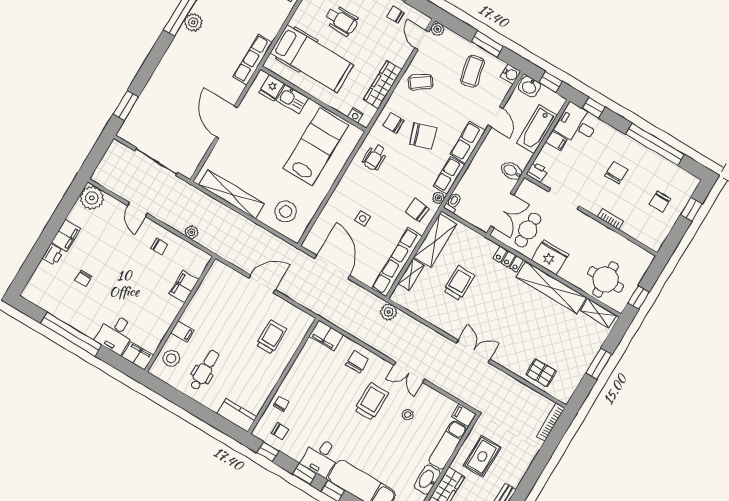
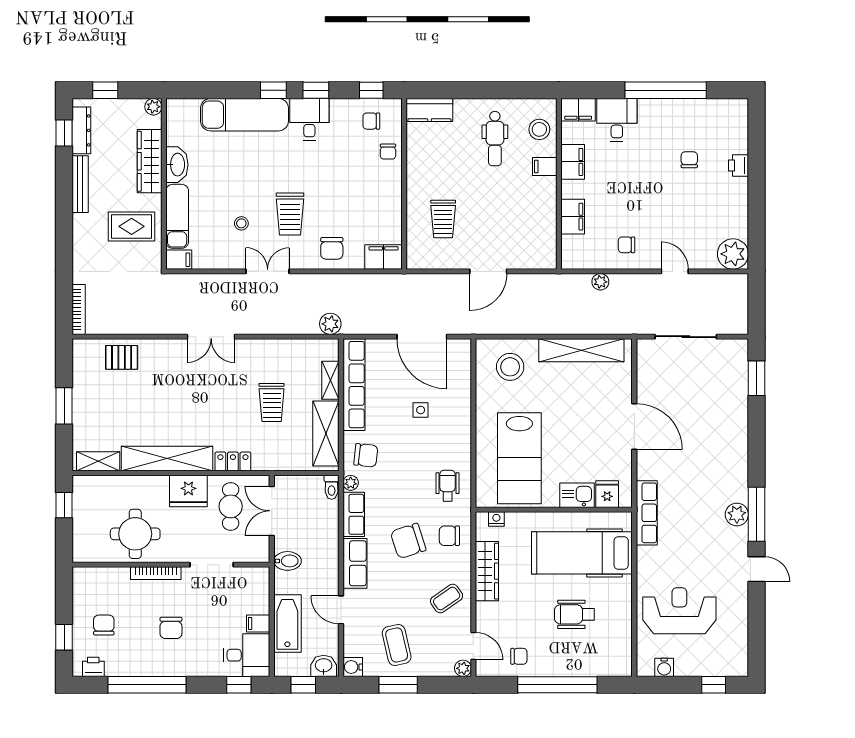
chair: (394, 123) -> (449, 536), turned 180
printer: (537, 172) -> (93, 667), moved, turned 180
bookcase: (610, 219) -> (156, 573), width x1.56
filing cabinet: (66, 235) -> (573, 162), moved, turned 180
round table: (606, 279) -> (135, 534), moved
rug: (482, 456) -> (132, 226), turned 90

